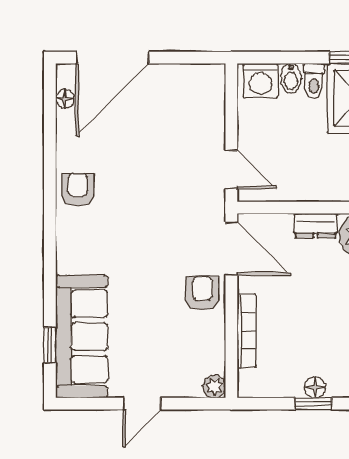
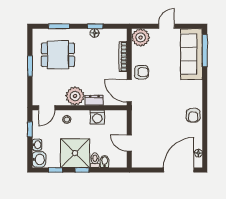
washing machine: (261, 81) -> (97, 117), moved, turned 180
door: (231, 170) -> (129, 143), moved
armchair: (202, 293) -> (141, 72), turned -90
window: (50, 345) -> (205, 51), width x2.17
plant: (214, 387) -> (141, 38), width x1.88, depth x1.88

